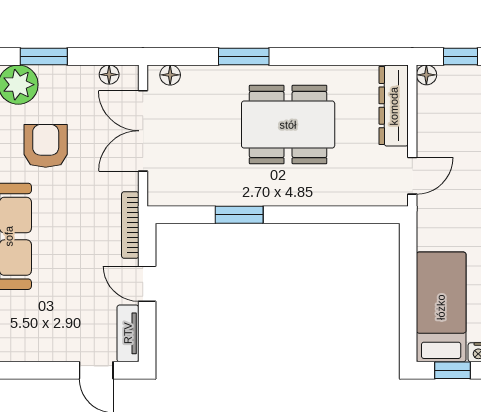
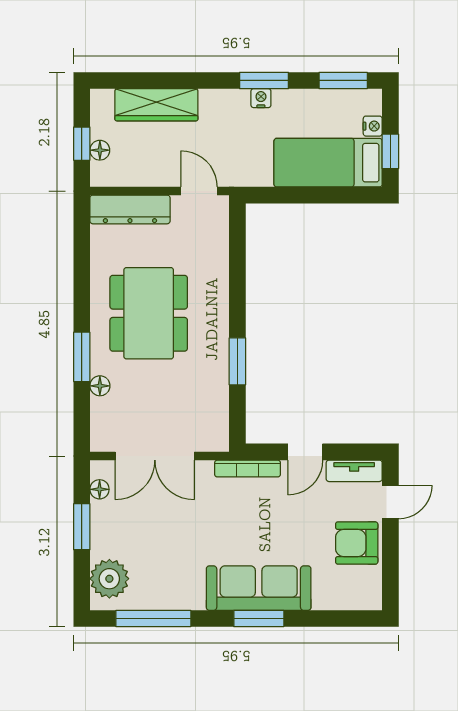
window: (44, 56) -> (82, 527), moved
floor lamp: (170, 75) -> (100, 386), moved
floor lamp: (426, 75) -> (100, 150), moved
armchair: (46, 146) -> (357, 543), moved

